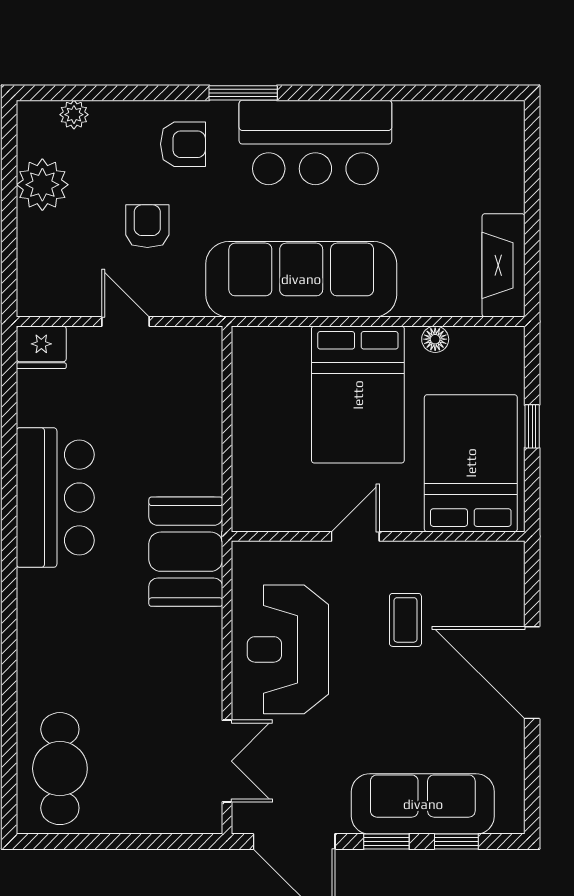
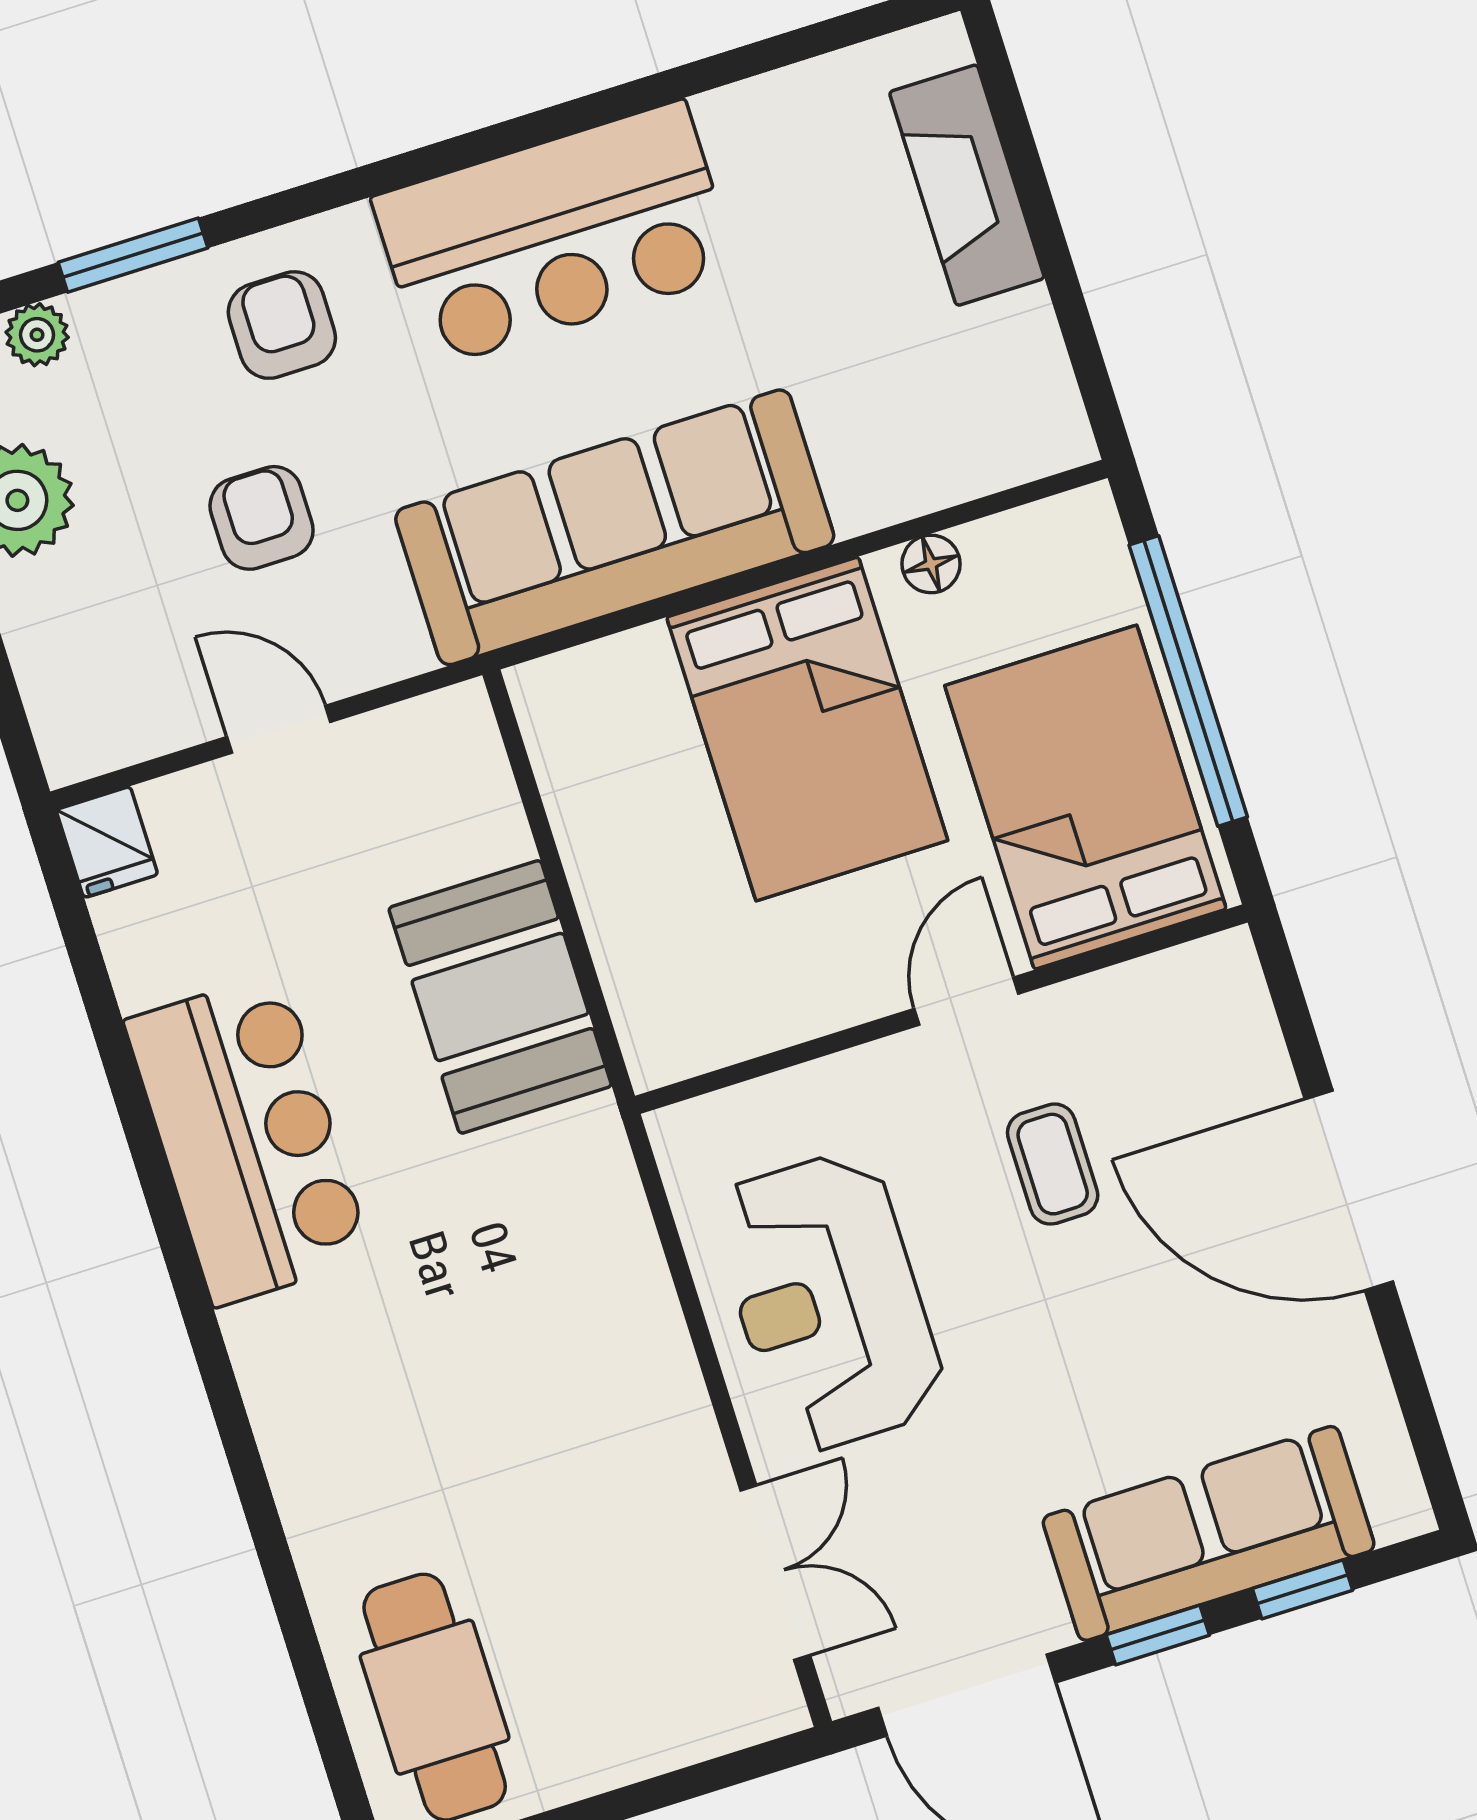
window: (243, 93) -> (133, 255), moved
armchair: (183, 144) -> (282, 325), turned -90
fireplace: (503, 265) -> (967, 185), moved
fridge: (41, 347) -> (107, 842), width x0.72
window: (532, 426) -> (1188, 681), width x3.17
door: (355, 536) -> (966, 1001), moved
booth: (186, 552) -> (500, 997), moved

